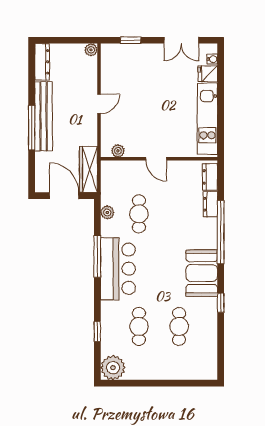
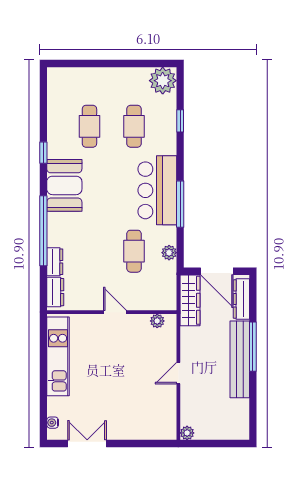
window: (131, 40) -> (143, 443), removed
dresser: (42, 62) -> (241, 299), moved
fridge: (208, 74) -> (58, 406), removed

